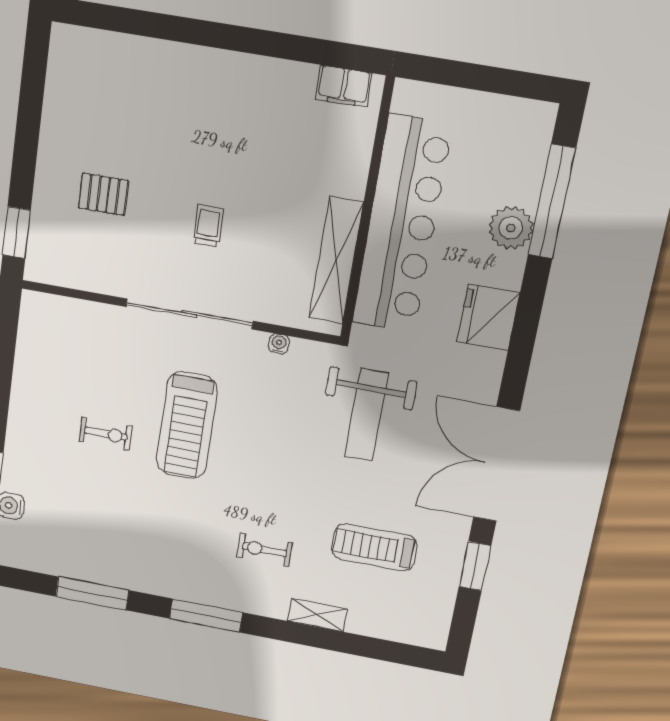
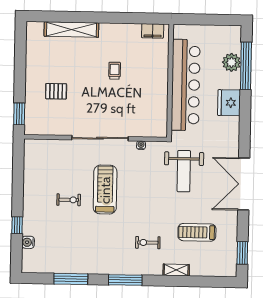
trolley: (208, 226) -> (115, 71), moved
plant: (511, 228) -> (232, 62), moved
shelving: (336, 261) -> (71, 30), moved, turned 90
fridge: (488, 317) -> (229, 103), moved
treadmill: (187, 425) -> (105, 190), turned 180
window: (475, 566) -> (242, 253), moved

